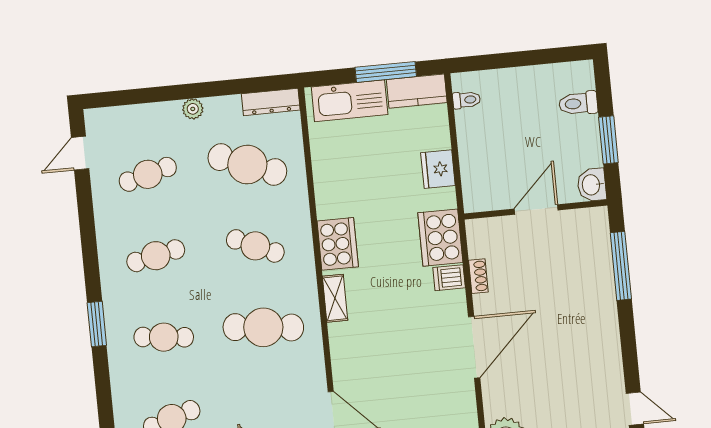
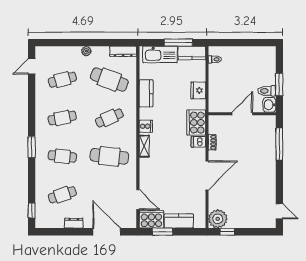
toilet: (578, 103) -> (267, 91), moved
kitchen counter: (328, 186) -> (146, 93), added
cooker: (338, 244) -> (146, 126), width x0.53, depth x0.76
cafe table: (255, 246) -> (109, 118), turned -48

